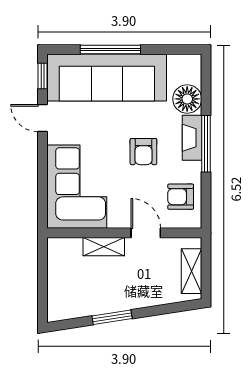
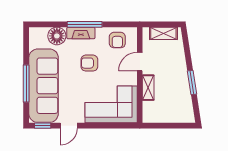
armchair: (143, 152) -> (89, 63), turned 180

